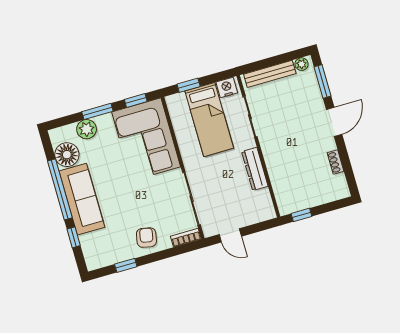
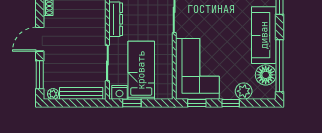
window: (189, 85) -> (132, 103), moved
window: (97, 111) -> (231, 103), width x0.67
window: (60, 189) -> (280, 66), moved

